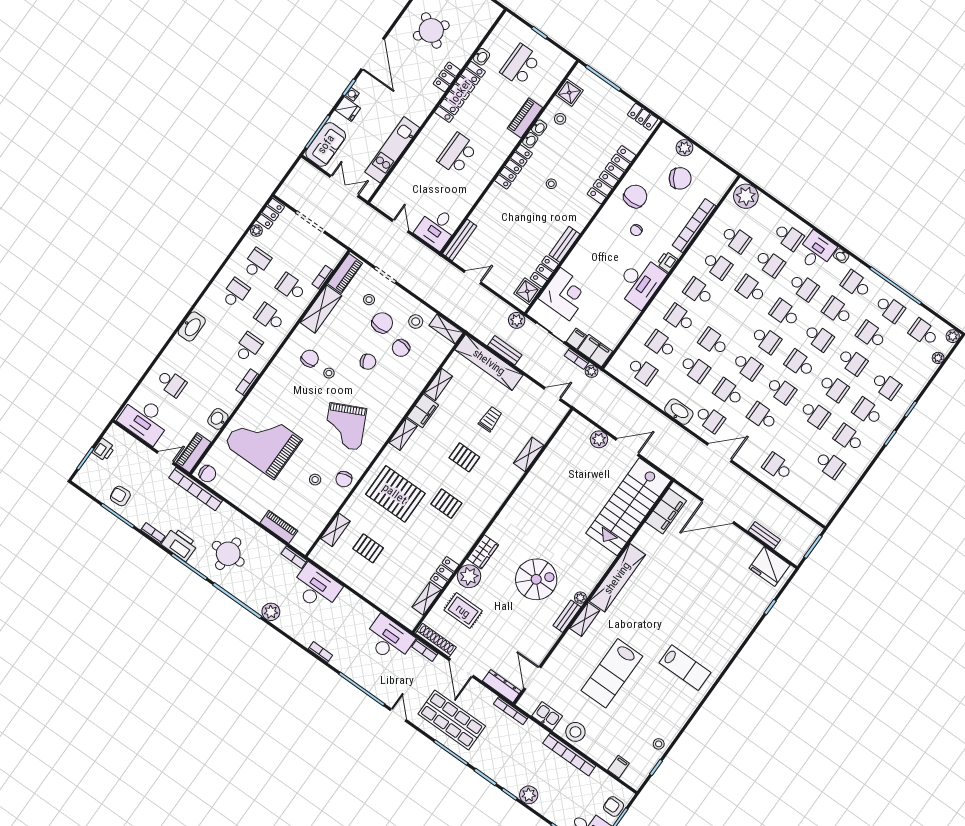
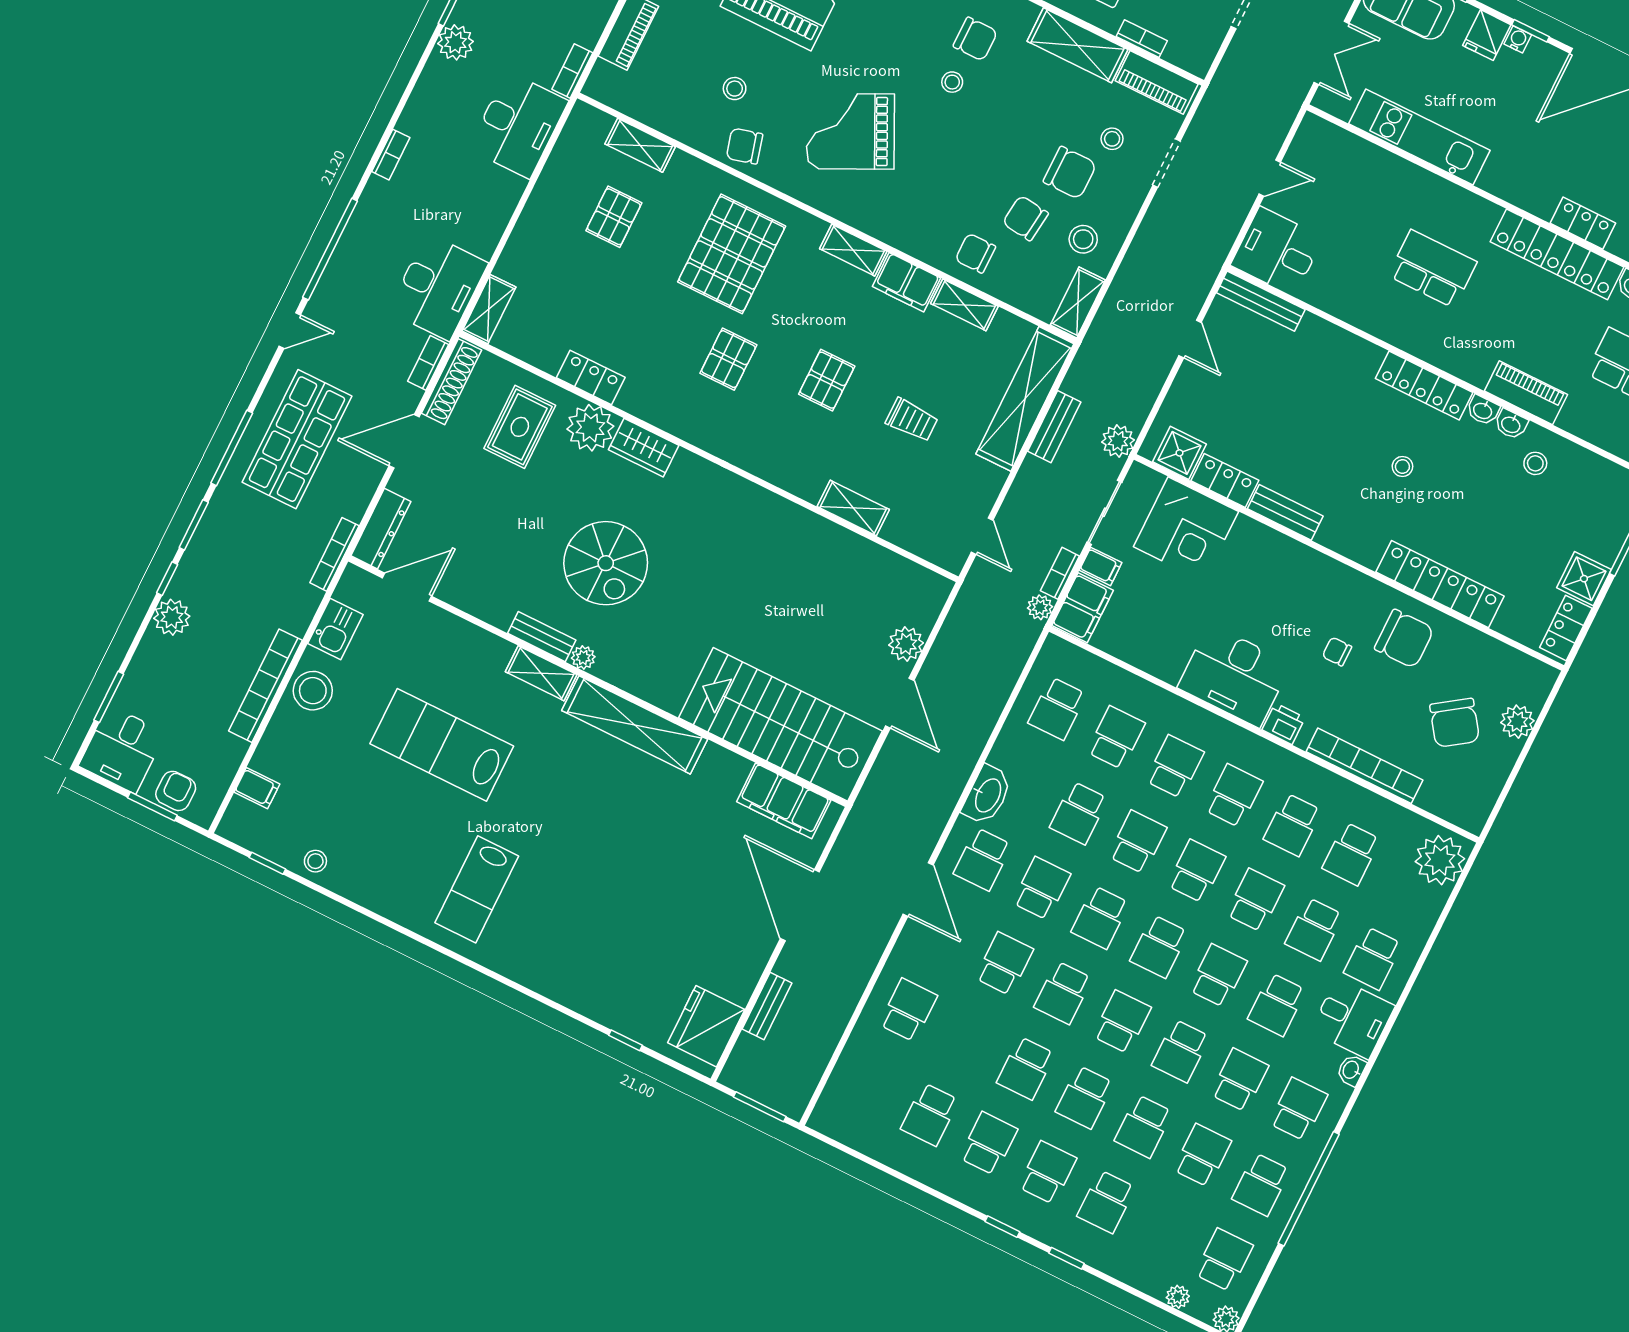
shower: (569, 93) -> (1584, 579), moved
school desk: (732, 316) -> (1196, 871), added
chair: (368, 362) -> (975, 253), moved, turned 113
shelving: (427, 599) -> (489, 309), moved, turned 90

